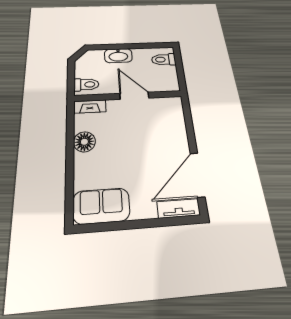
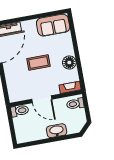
toilet: (164, 60) -> (20, 111), moved
coffee table: (133, 147) -> (38, 62), added

